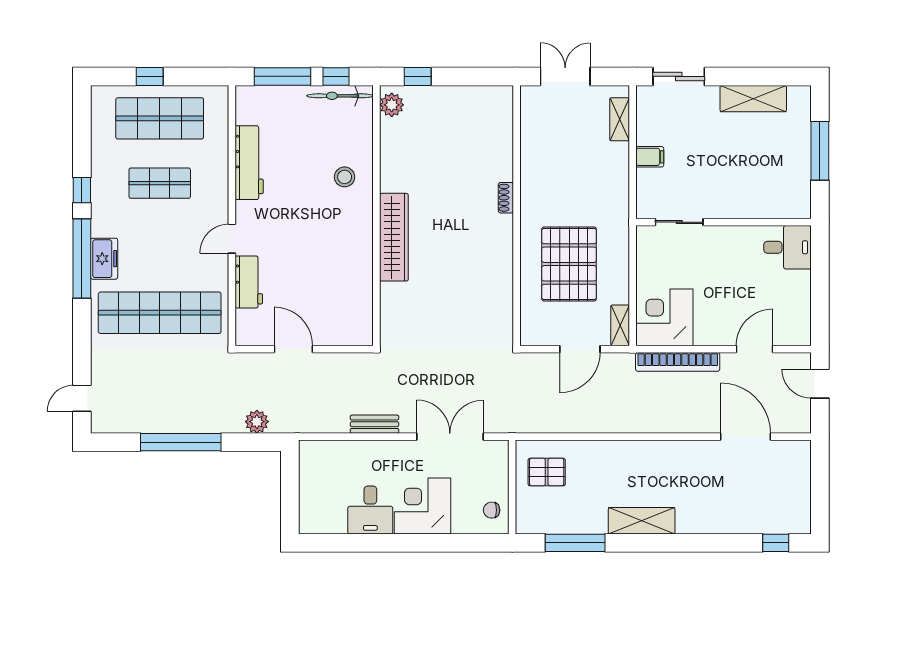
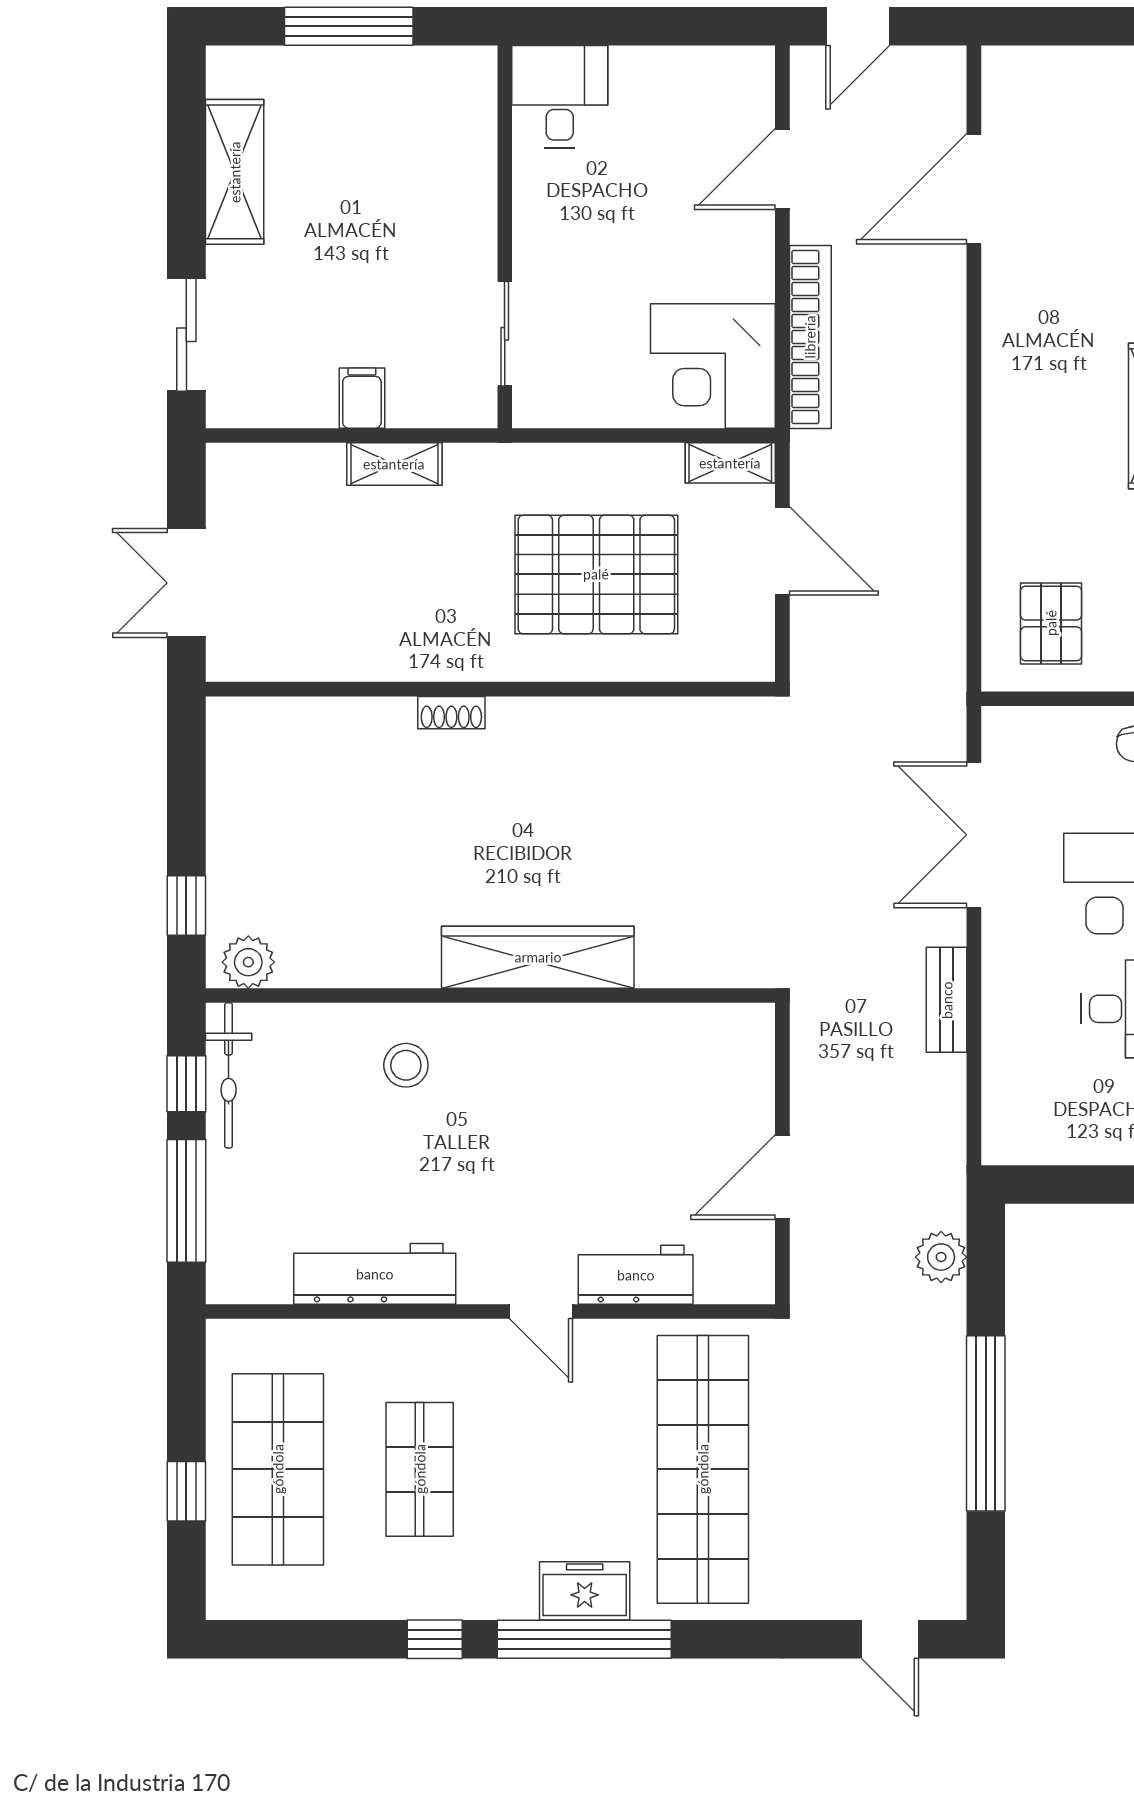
shelving: (620, 119) -> (394, 464), moved
door: (755, 349) -> (782, 169), hinge flipped

